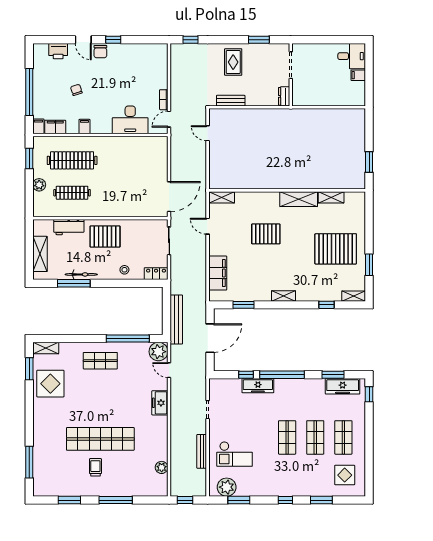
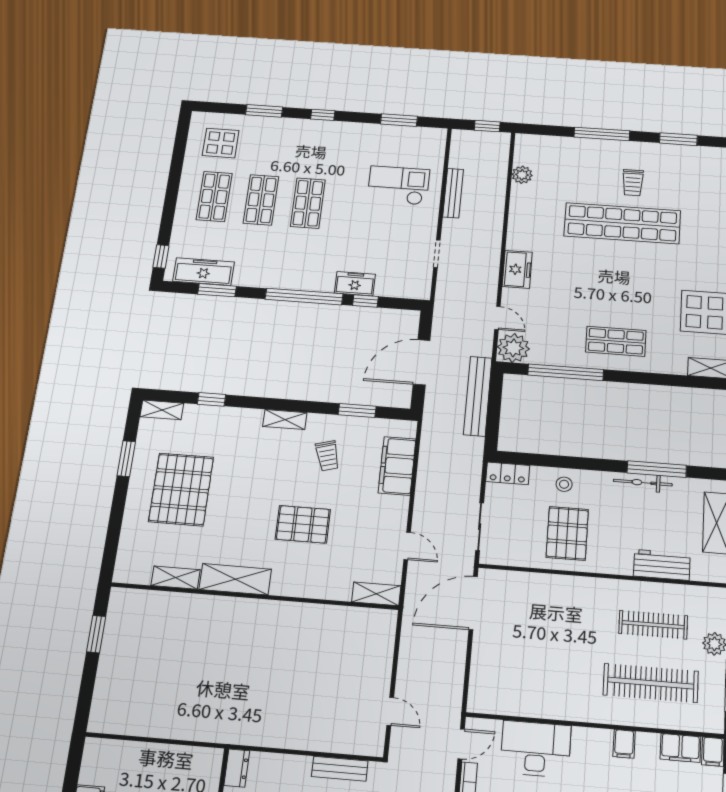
pallet: (105, 237) -> (567, 533), moved, turned 90
pallet: (336, 249) -> (181, 489), turned 90
trolley: (257, 276) -> (327, 456), added
freezer: (258, 386) -> (355, 284), width x0.71
plant: (227, 487) -> (417, 139), removed

